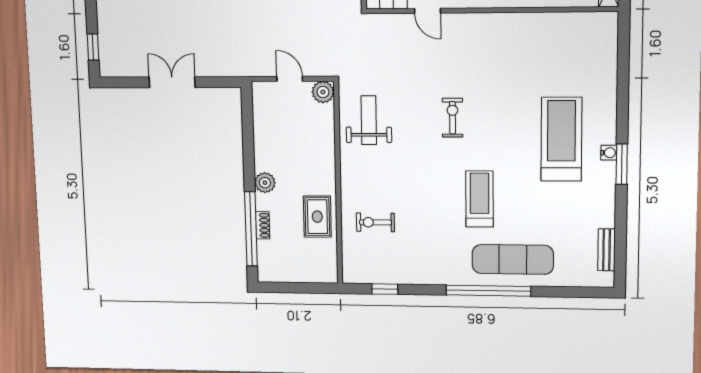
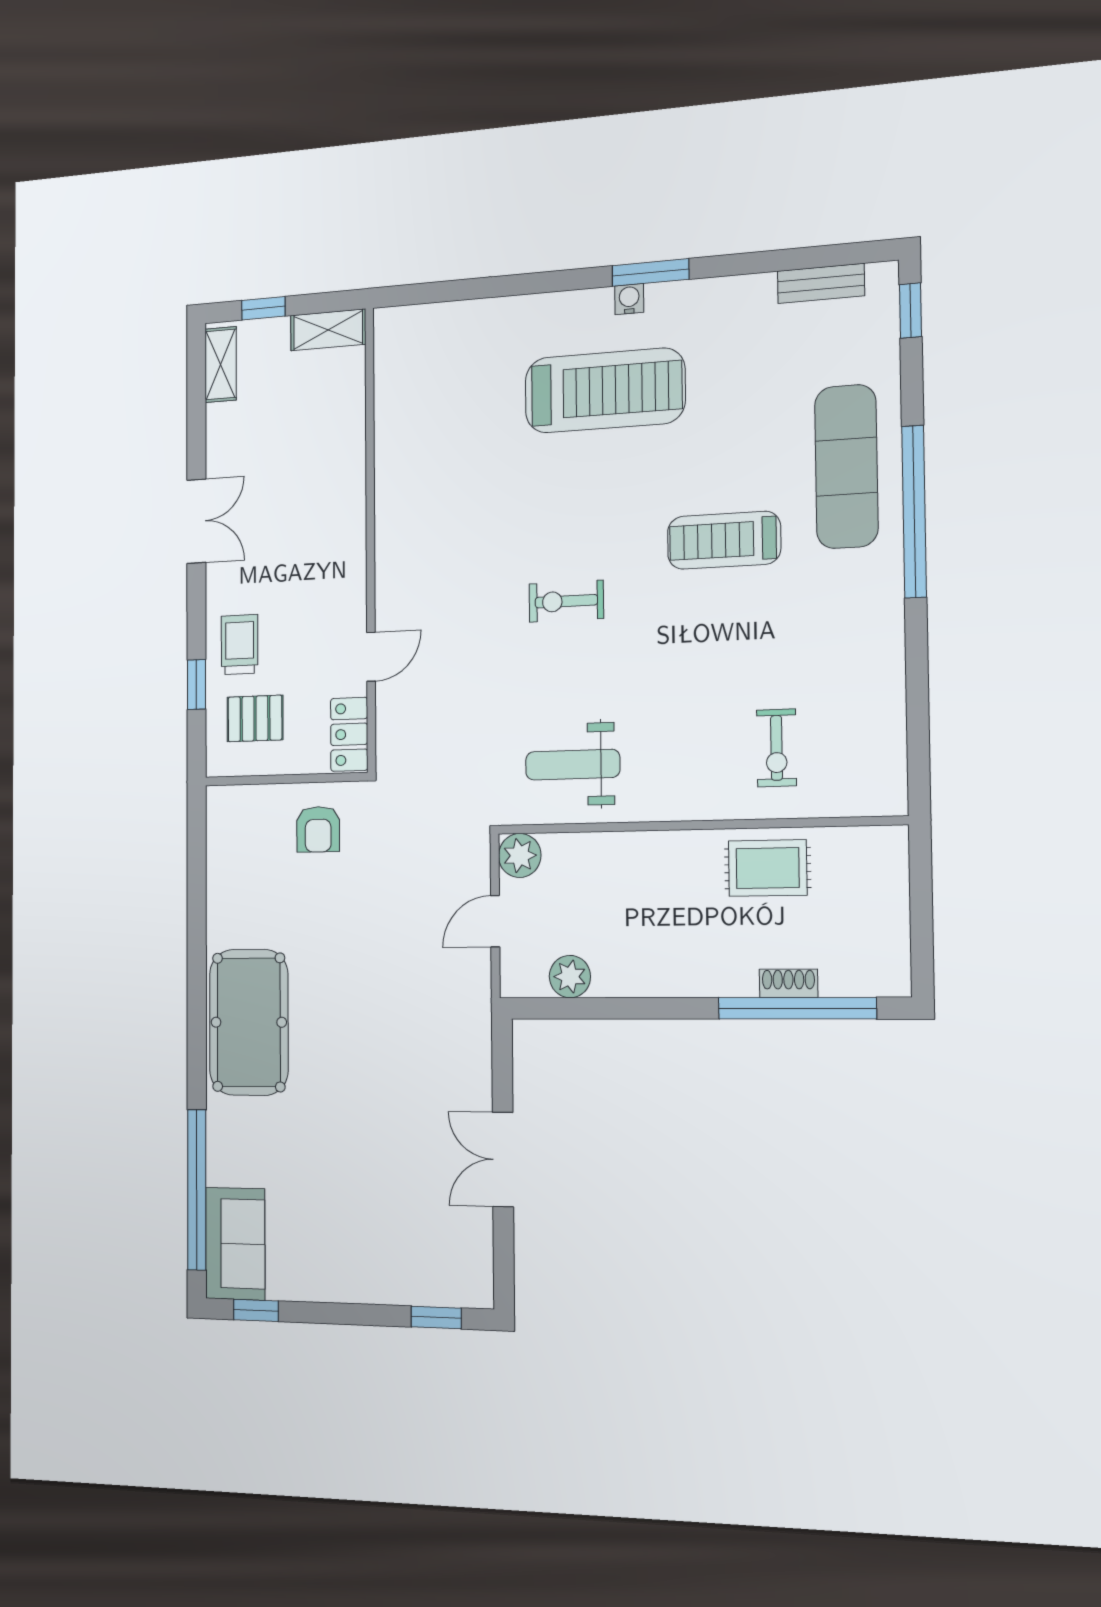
treadmill: (561, 139) -> (605, 391), turned 180
plant: (265, 183) -> (570, 977), moved
window: (385, 289) -> (910, 311), moved

